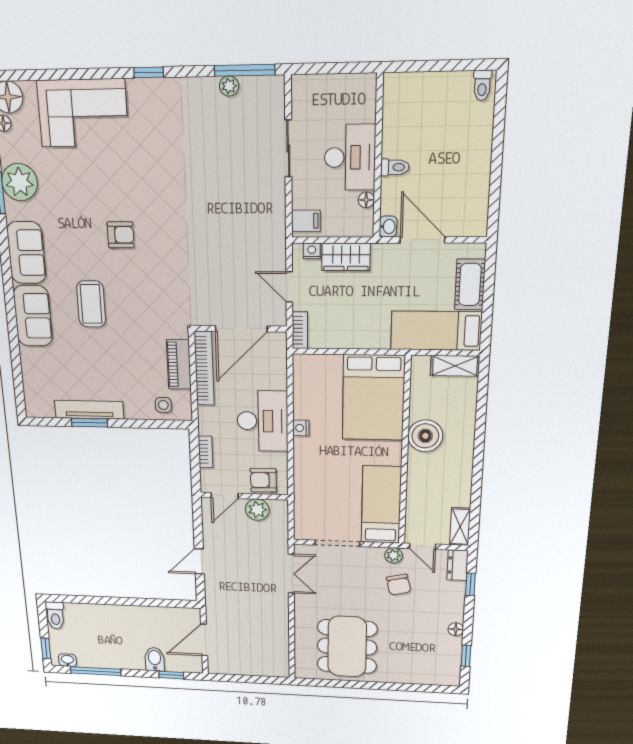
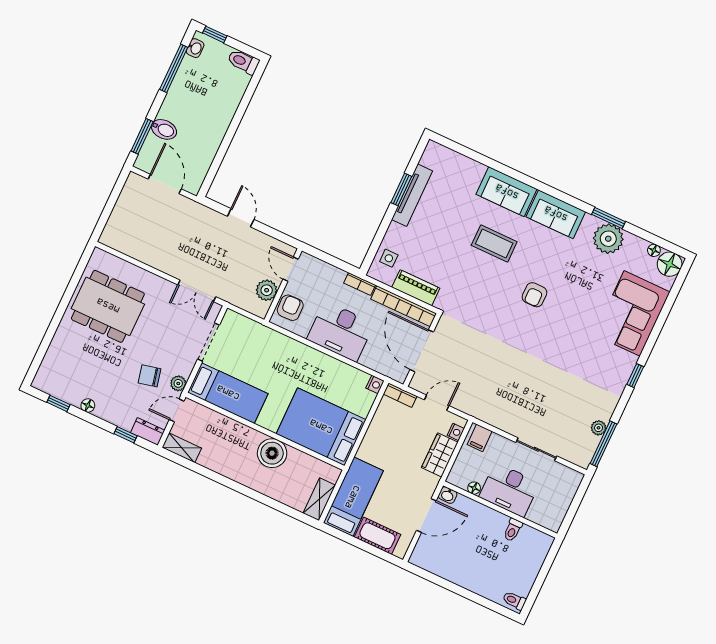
toilet: (395, 167) -> (513, 530), moved
nightstand: (301, 428) -> (375, 384), moved, turned 90
bookcase: (206, 452) -> (360, 284), moved
window: (171, 675) -> (142, 136), width x1.50

